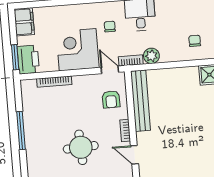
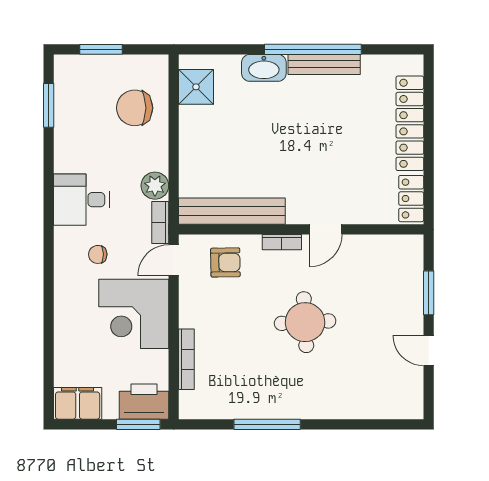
chair: (195, 41) -> (135, 108), width x1.87, depth x1.87

